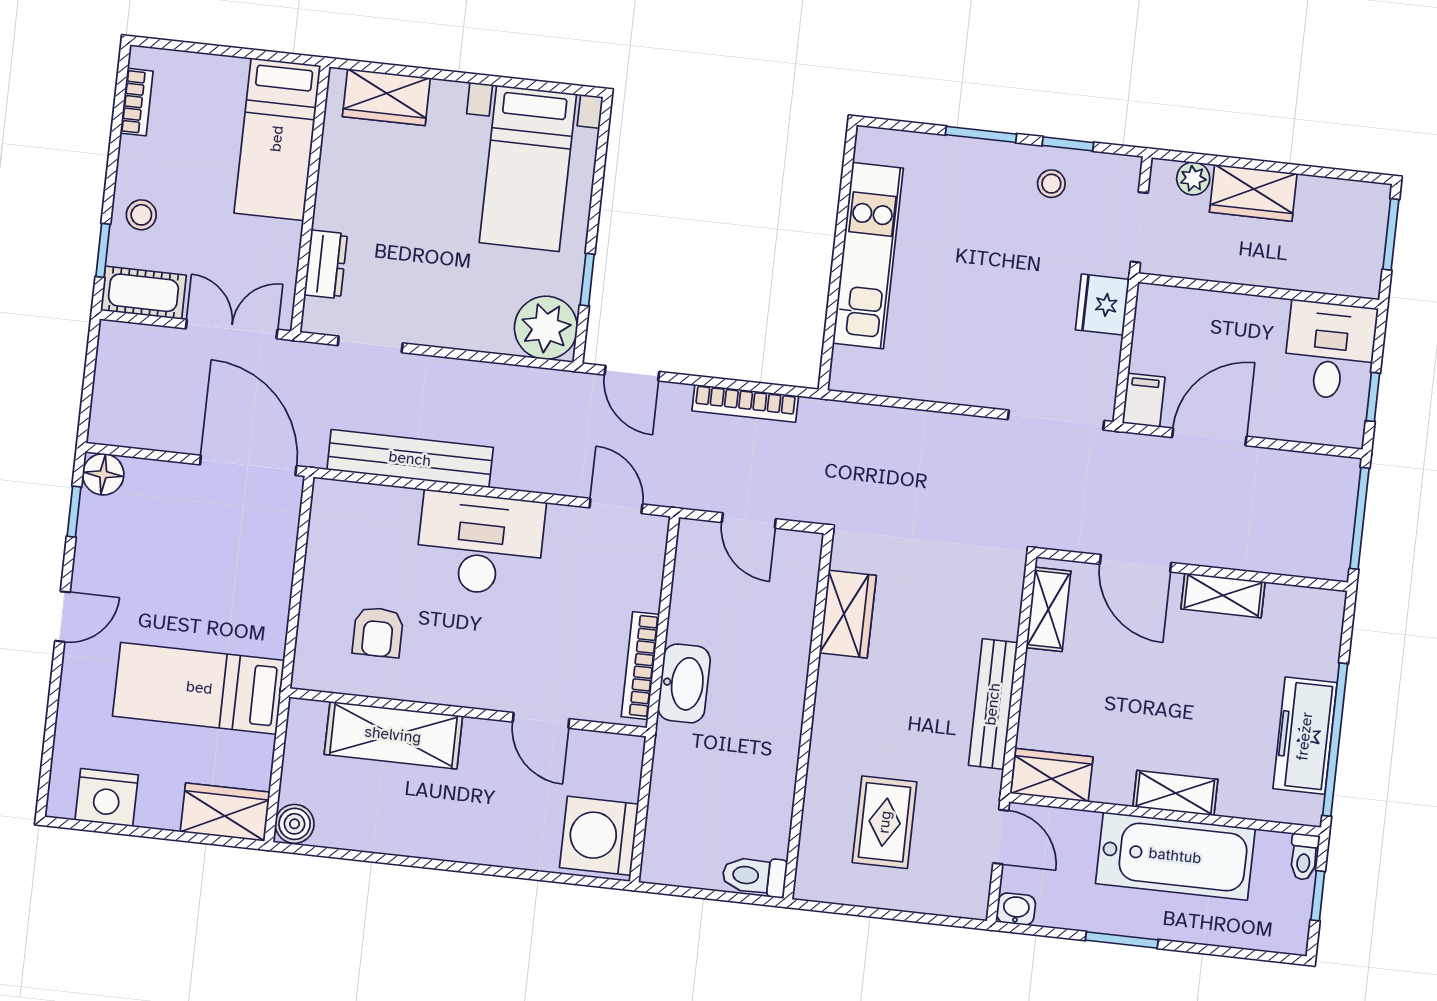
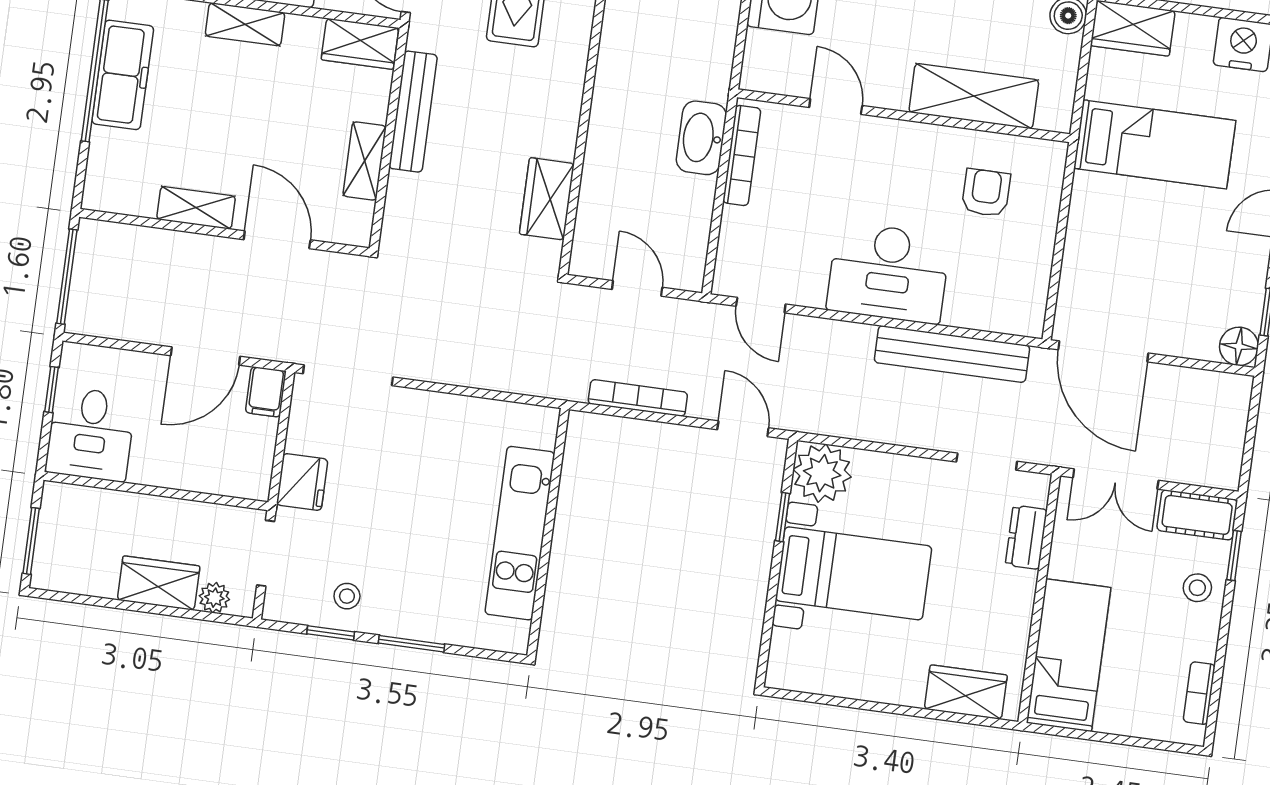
bed with nightstands: (528, 168) -> (854, 573), moved, turned 90
shelving: (1048, 609) -> (365, 161), moved

